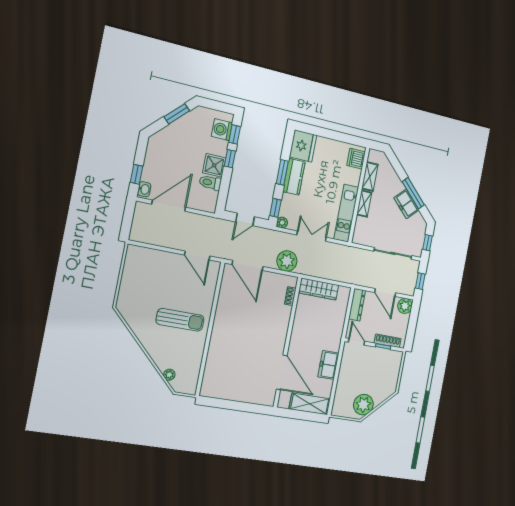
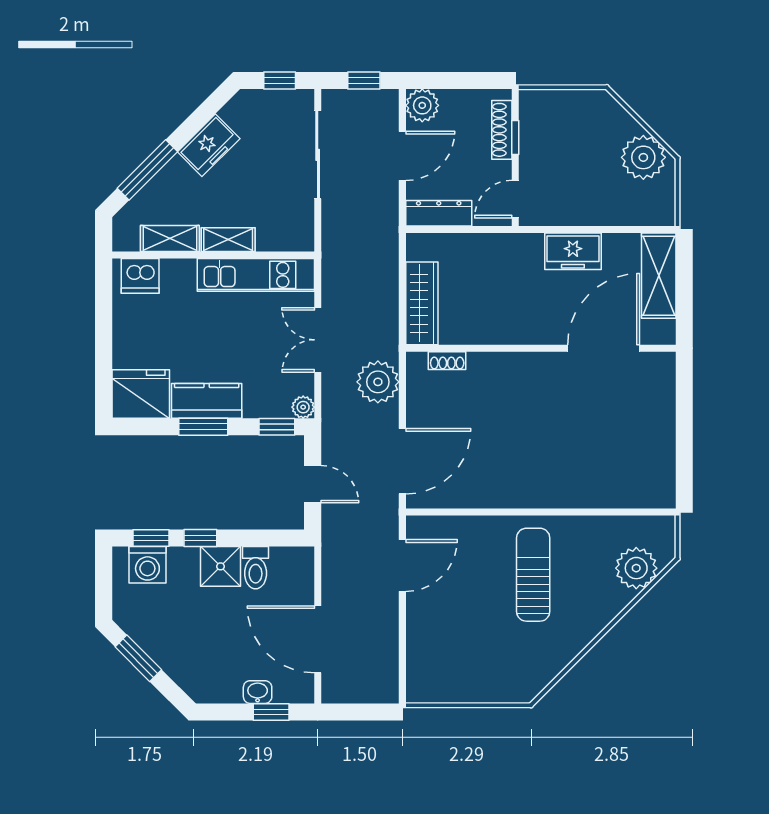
washbasin: (144, 189) -> (258, 692), moved
window: (413, 193) -> (147, 170), moved
plant: (169, 375) -> (636, 568), width x1.88, depth x1.88

